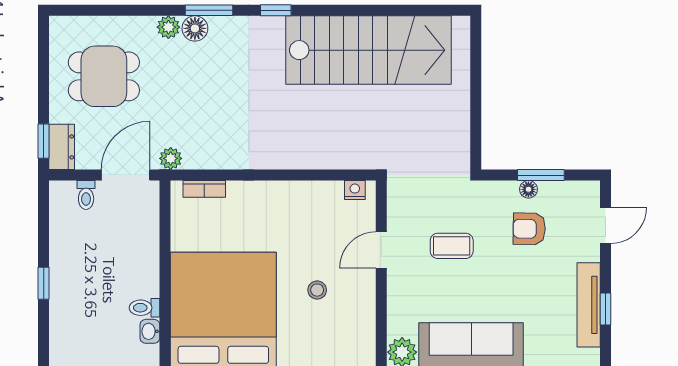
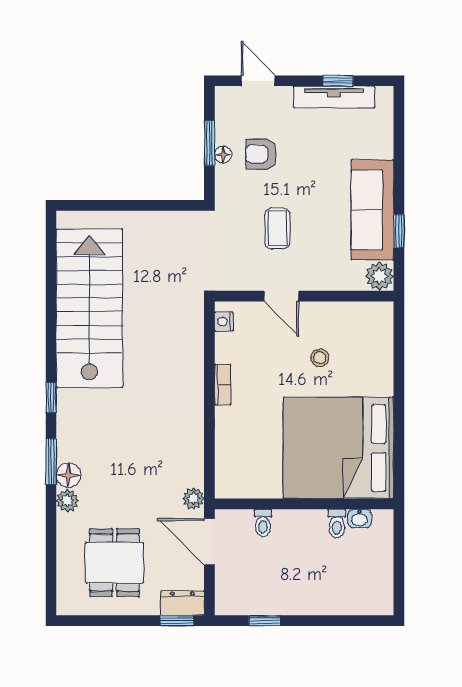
bookcase: (204, 189) -> (223, 385), moved
toilet: (86, 195) -> (263, 523), moved, turned 90
armchair: (529, 229) -> (261, 154), turned 89
window: (44, 283) -> (264, 621), moved

